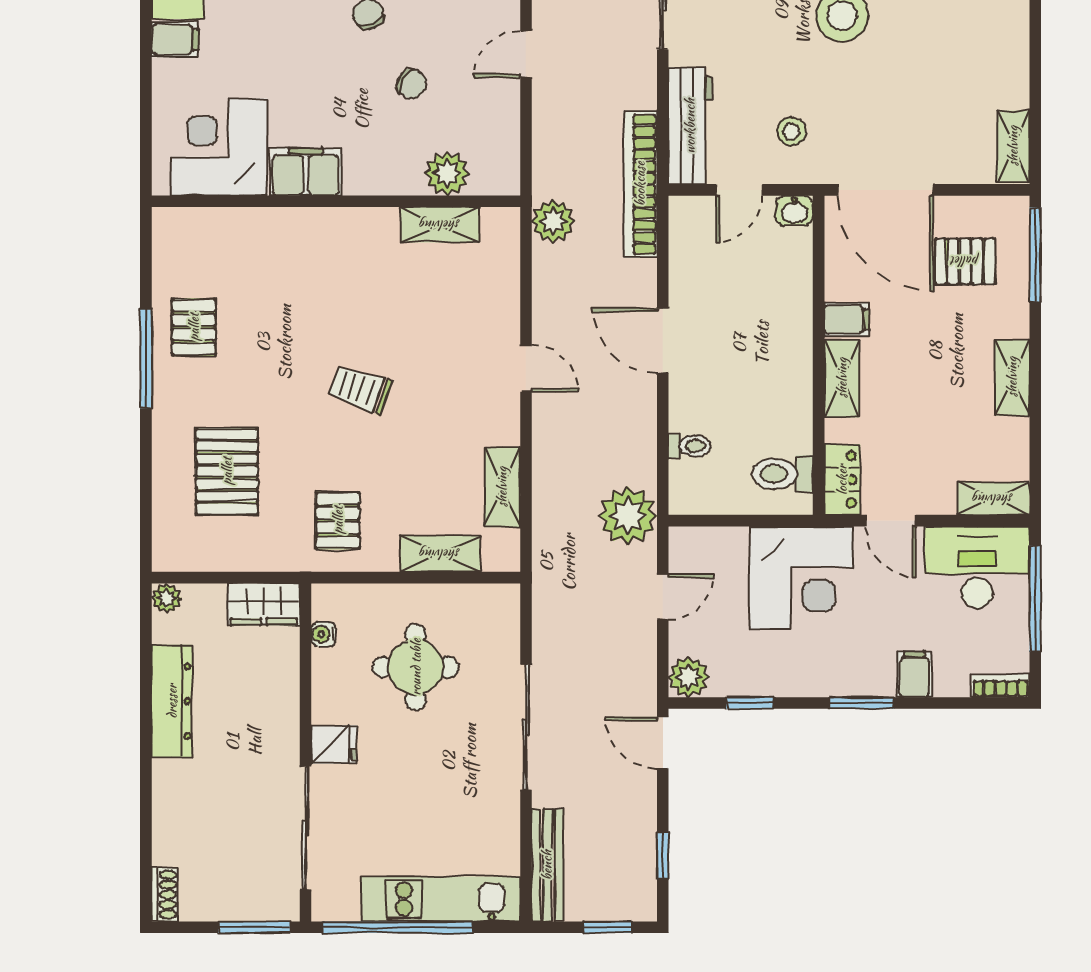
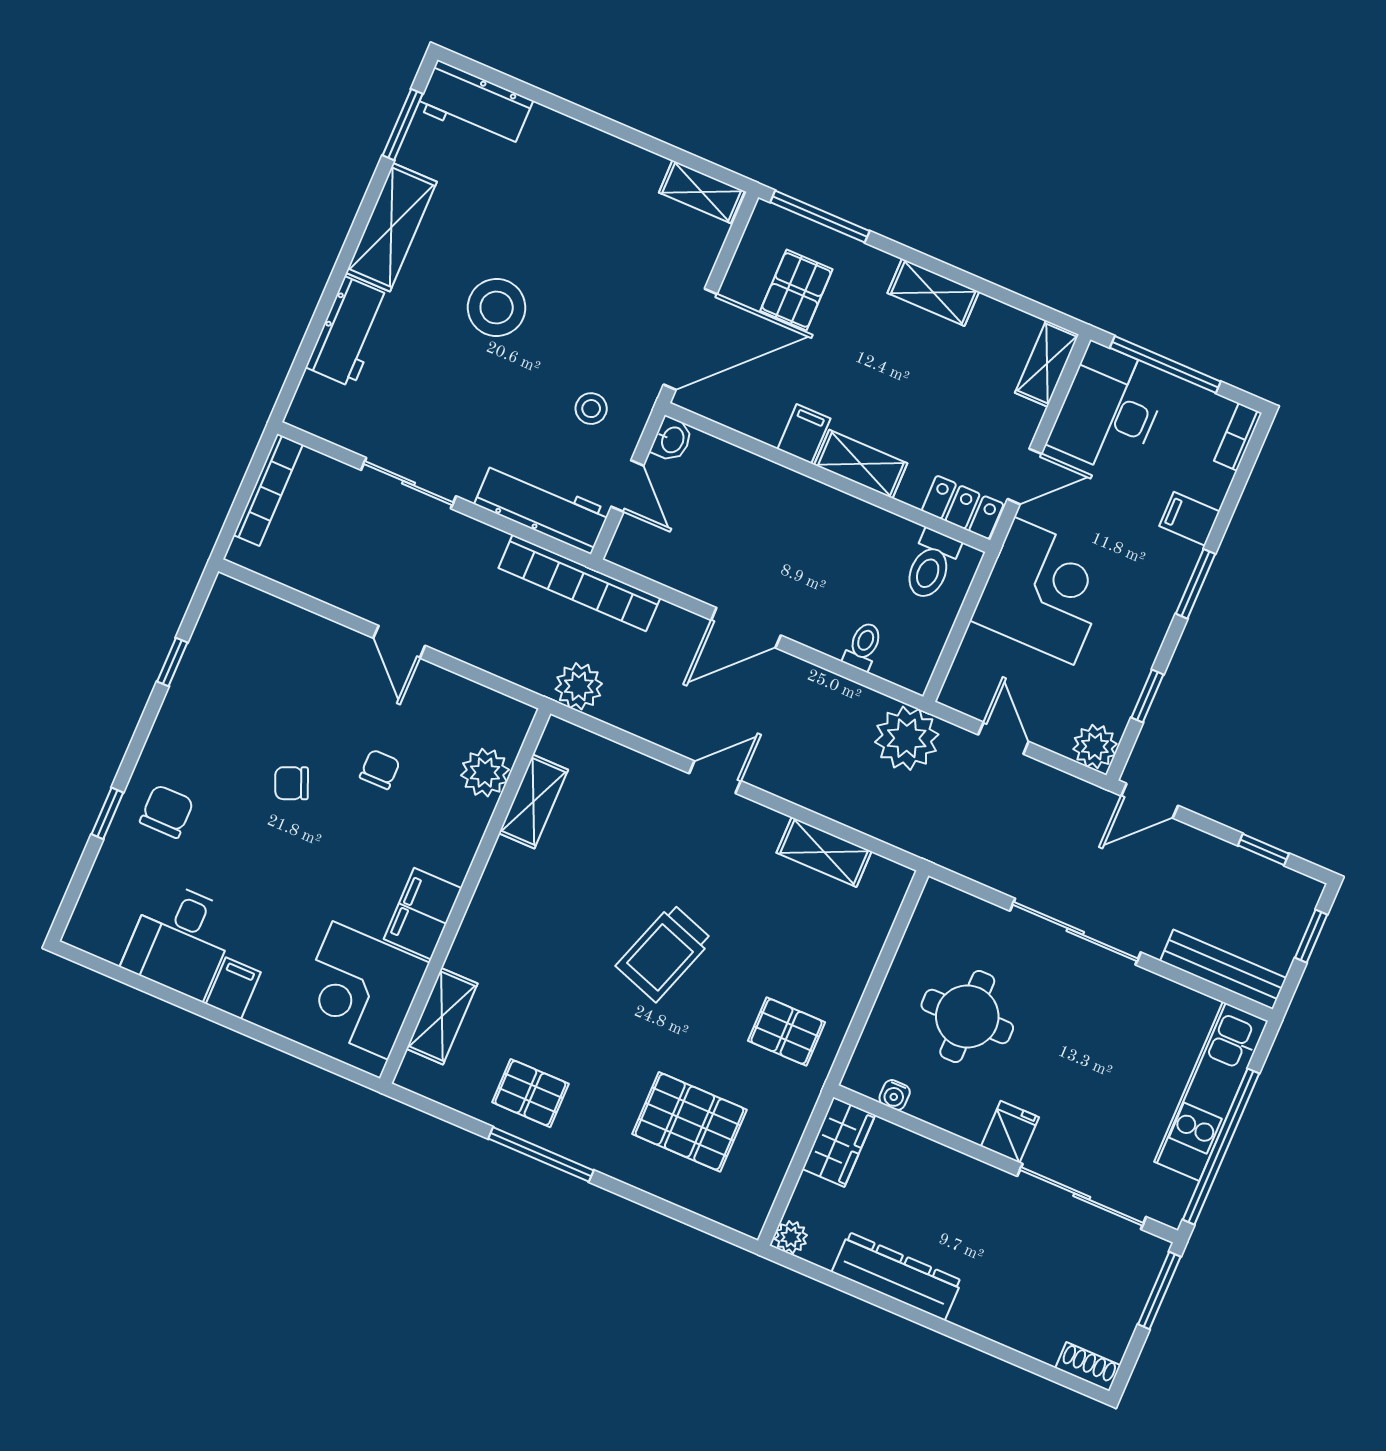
chair: (412, 84) -> (380, 769), turned -30
trolley: (360, 389) -> (664, 953), width x1.36, depth x1.39
shelving: (440, 554) -> (442, 1016), moved

